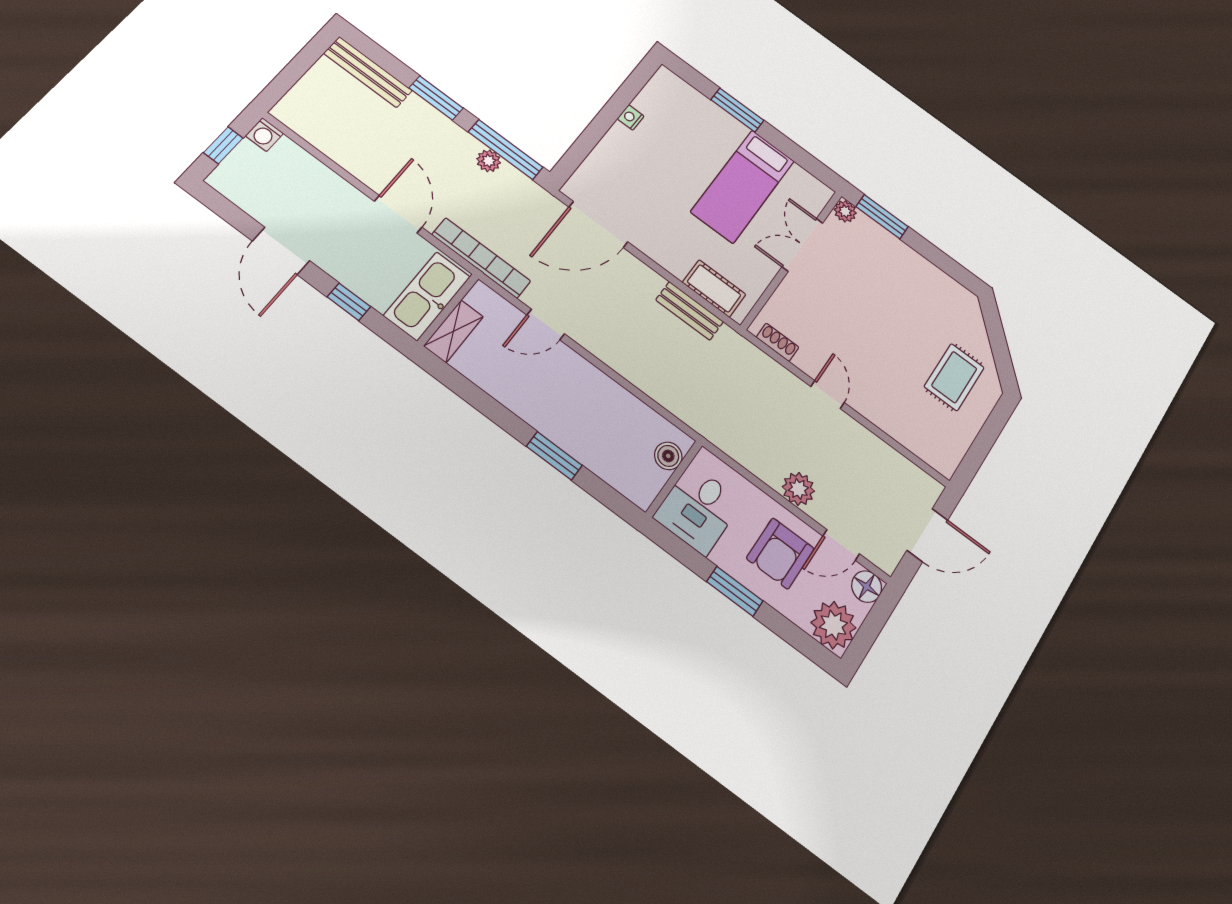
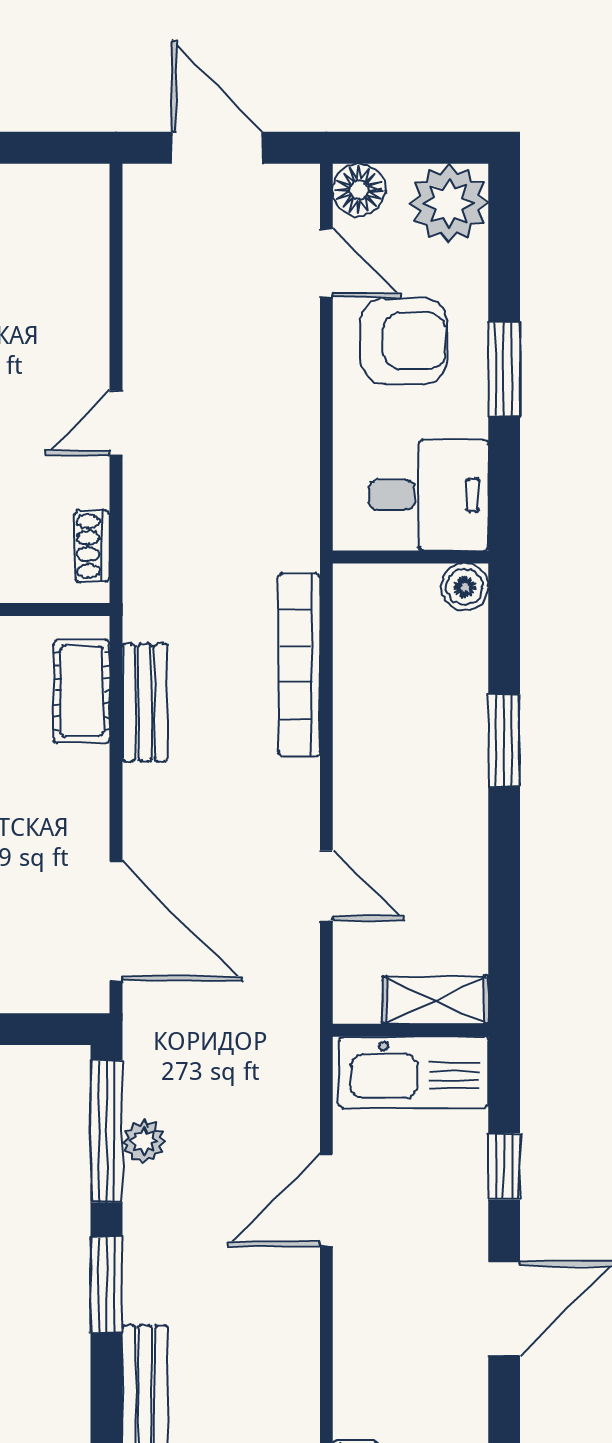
bookcase: (481, 258) -> (299, 665), moved
boiler: (668, 456) -> (465, 587), moved
plant: (798, 489) -> (291, 375), removed

